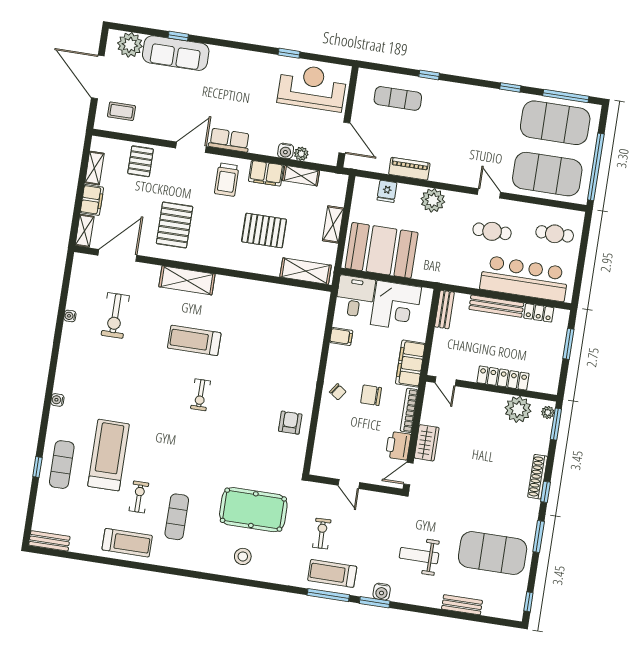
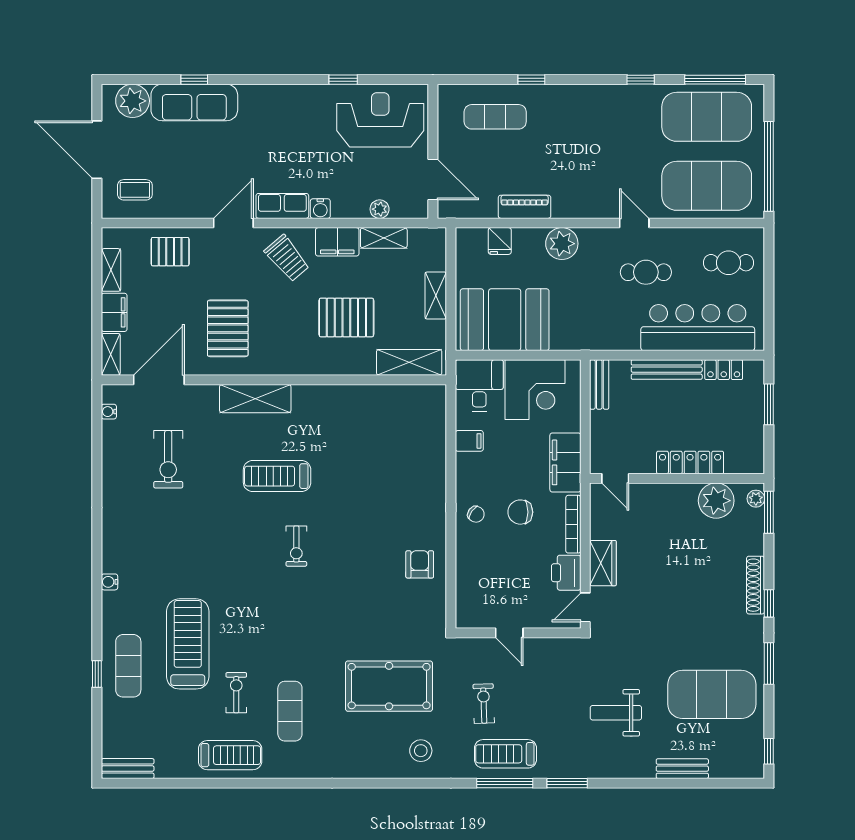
water cooler: (286, 151) -> (320, 209), moved
pallet: (141, 161) -> (170, 252), turned 90
trolley: (227, 180) -> (287, 258), turned -40
water cooler: (70, 316) -> (109, 412), moved
stool: (243, 556) -> (421, 751), moved
water cooler: (382, 592) -> (574, 768), removed

